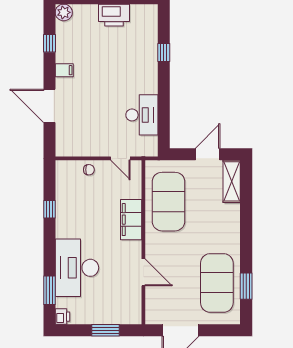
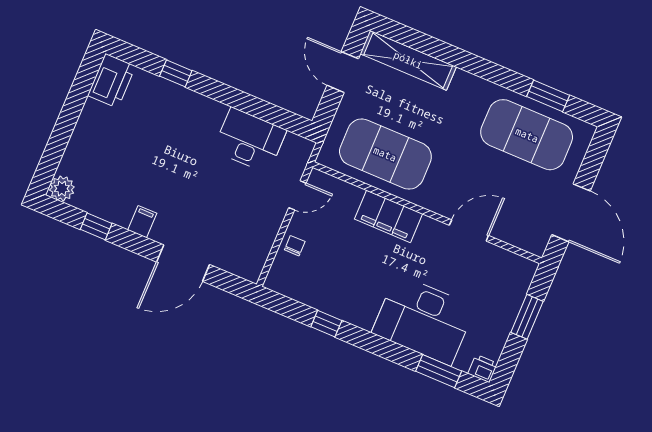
printer: (114, 15) -> (112, 81), moved
shelving: (232, 181) -> (408, 60), width x1.47

